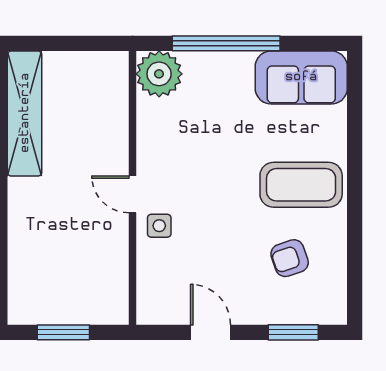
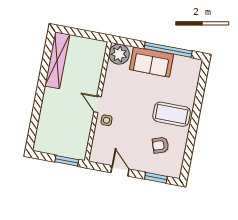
window: (226, 43) -> (168, 50), moved
sofa: (301, 77) -> (151, 62), moved
window: (63, 332) -> (67, 161), moved

